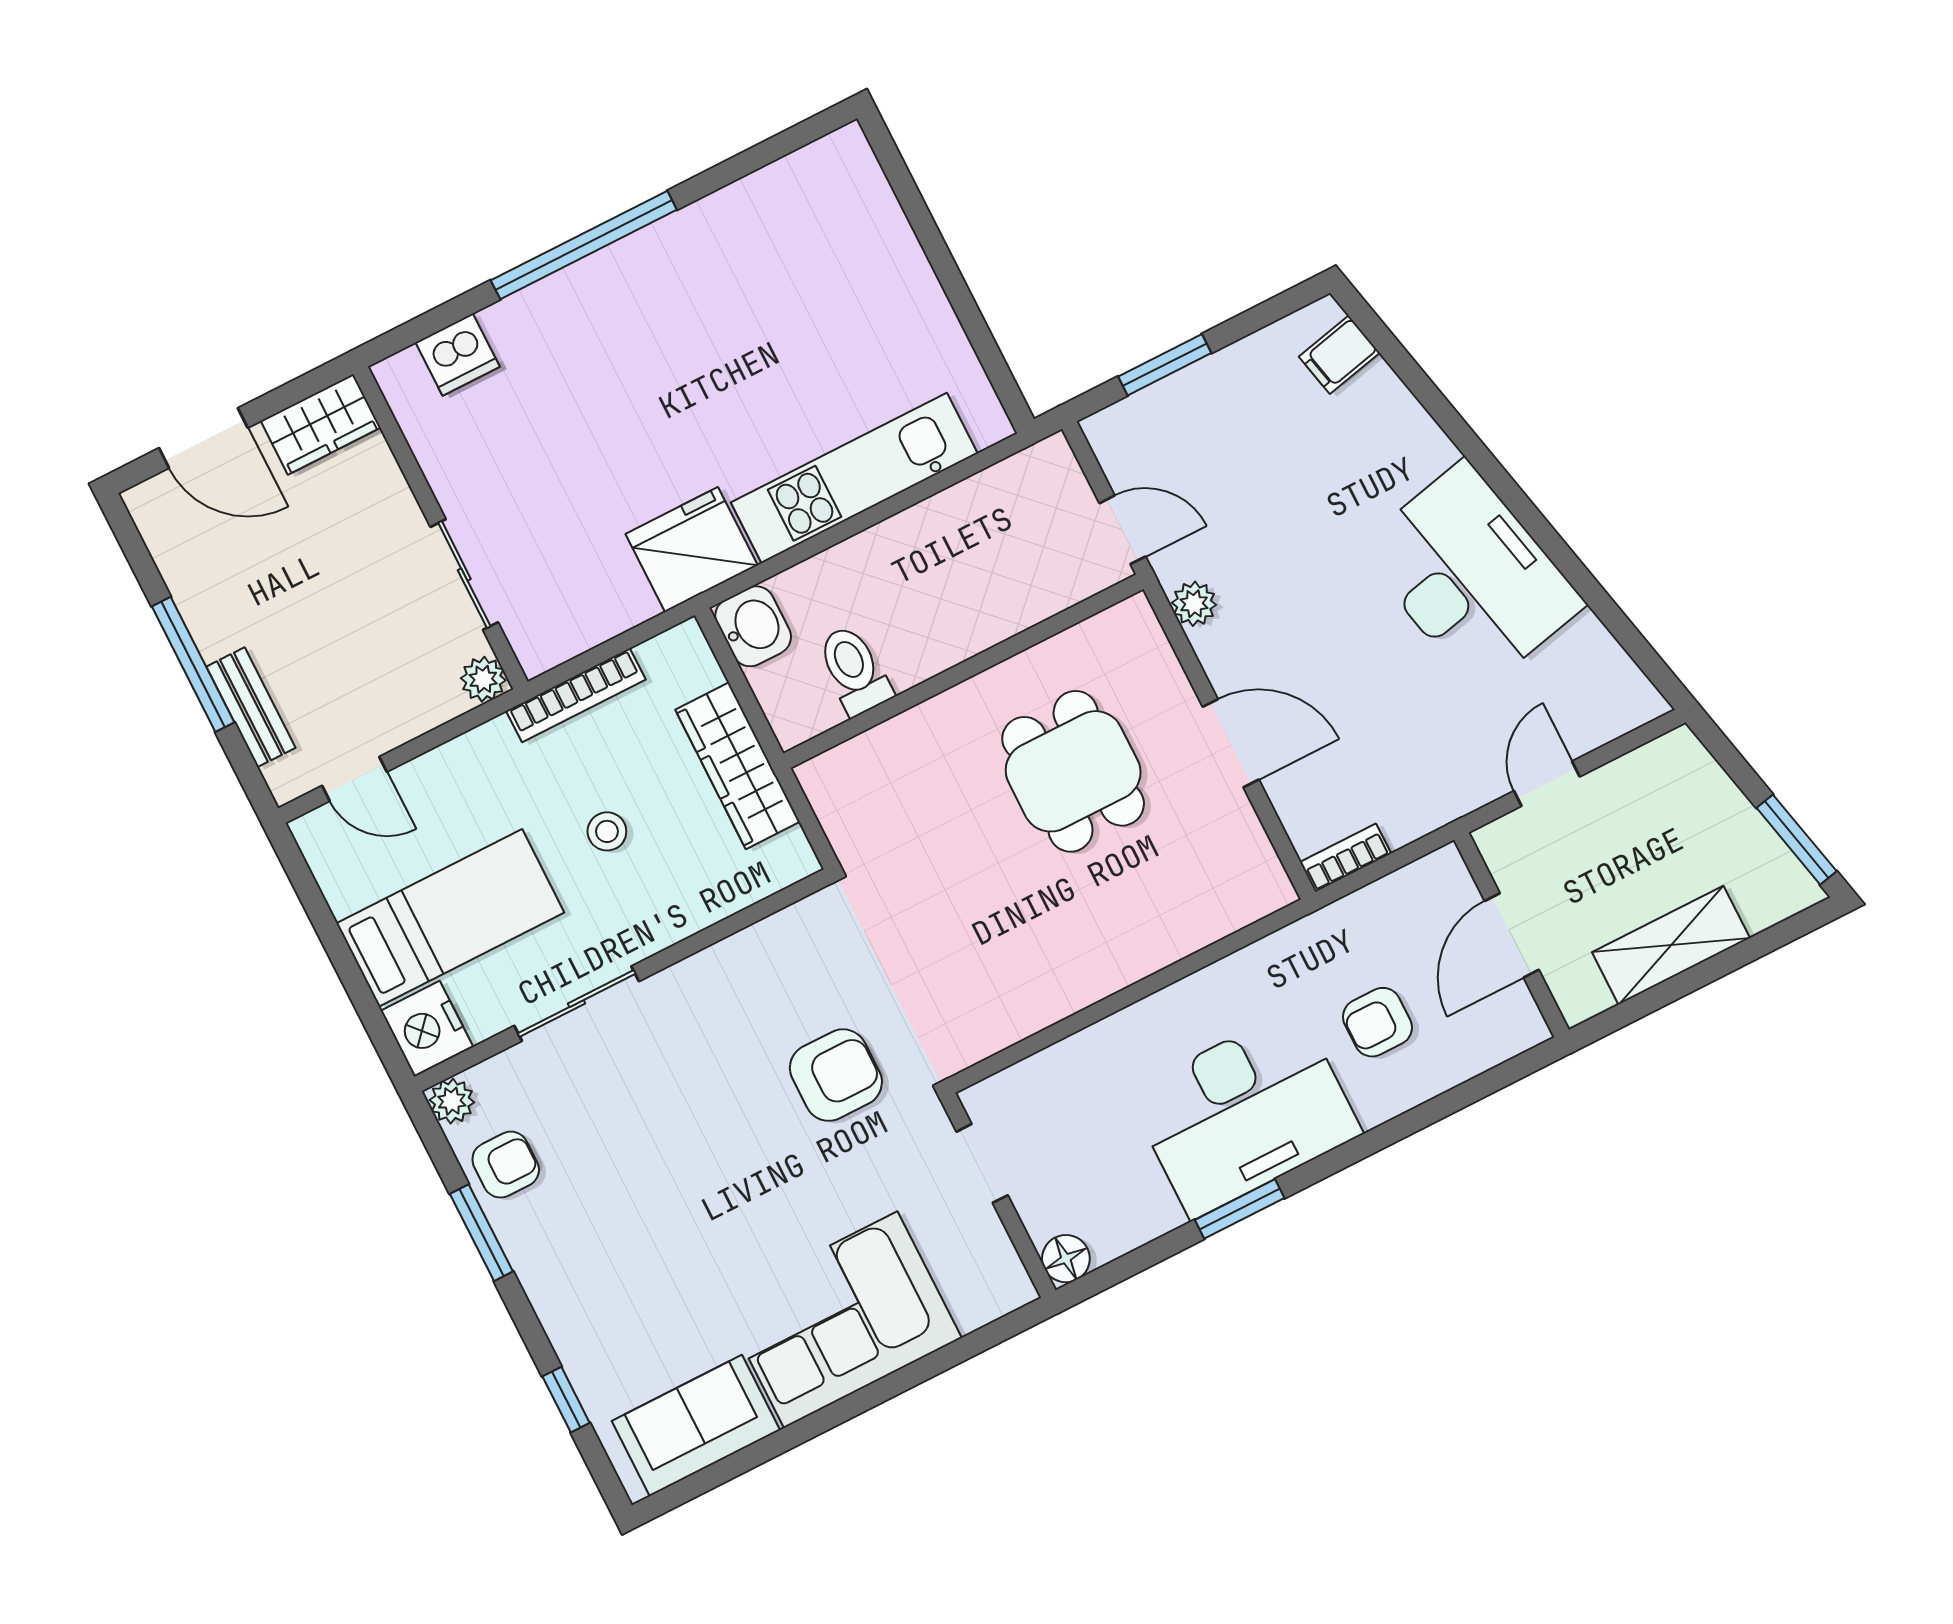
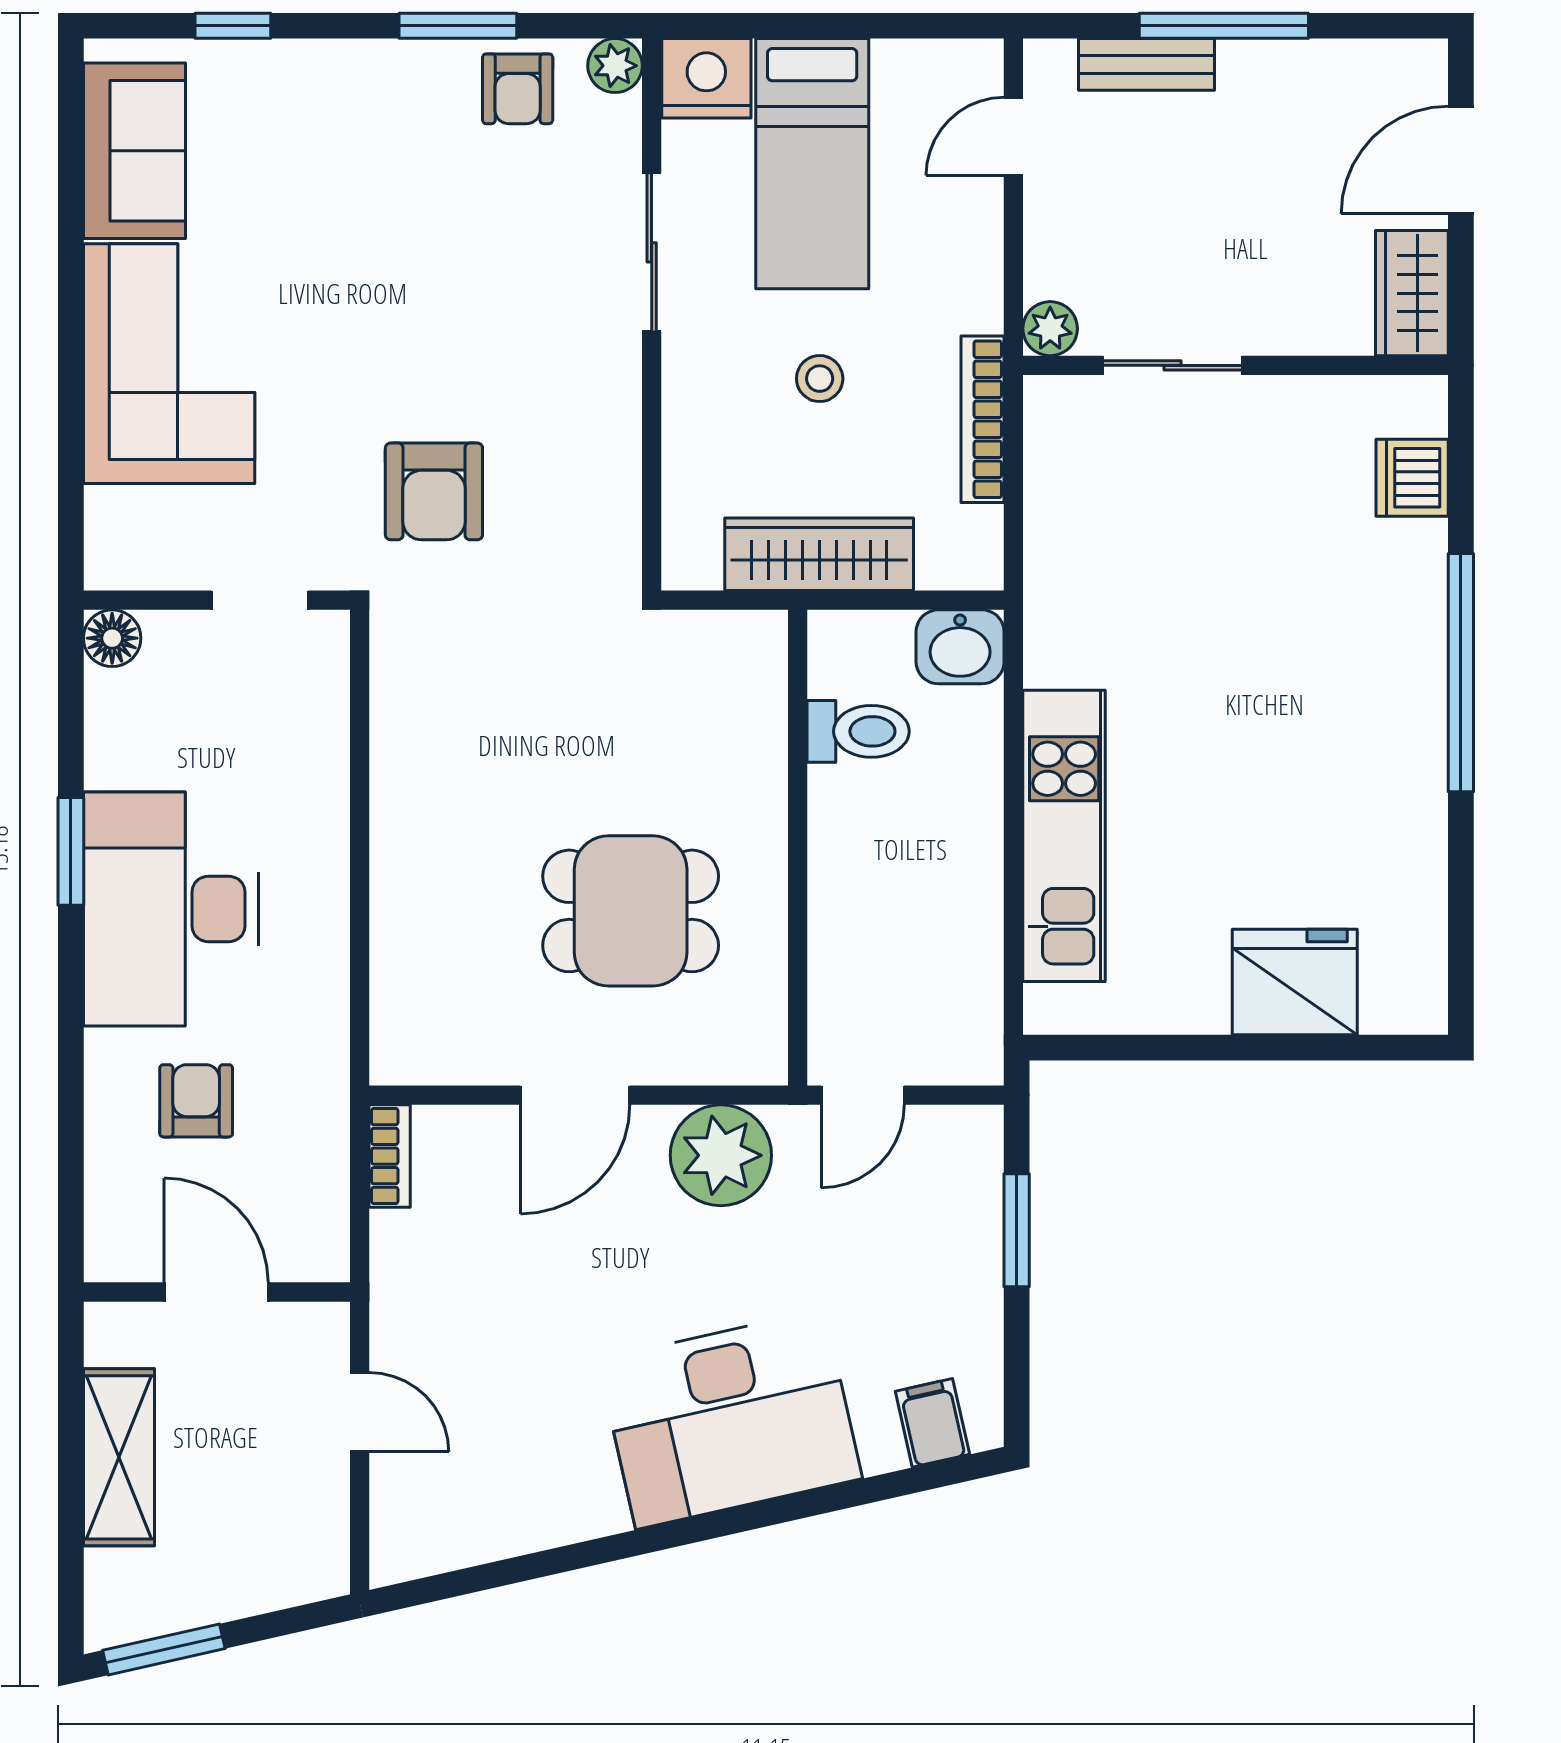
fridge: (692, 550) -> (1295, 982), moved, turned -90
desk: (1471, 576) -> (730, 1419), moved
plant: (1194, 604) -> (721, 1155), width x1.88, depth x1.88

